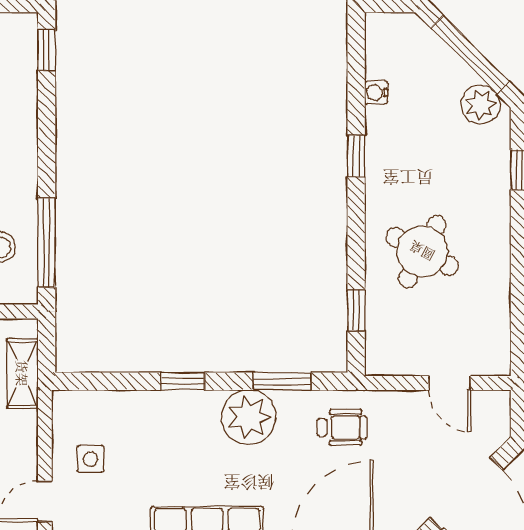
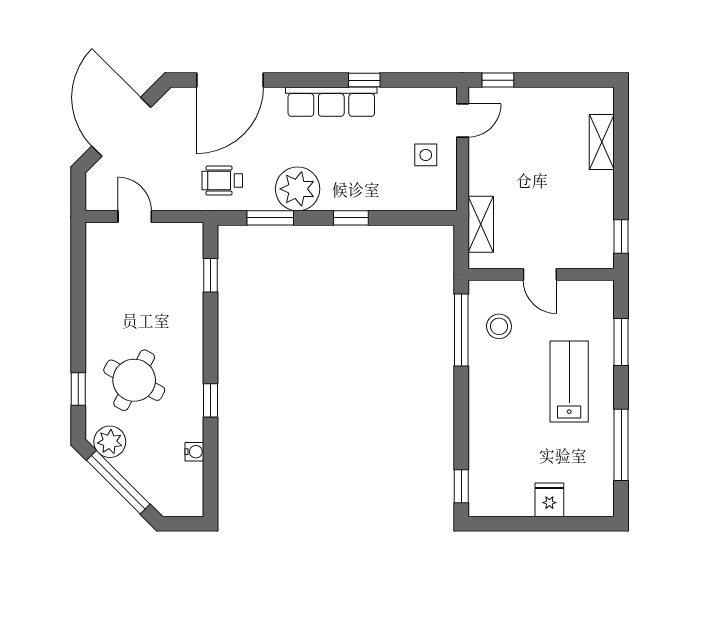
round table: (422, 251) -> (134, 380), moved

